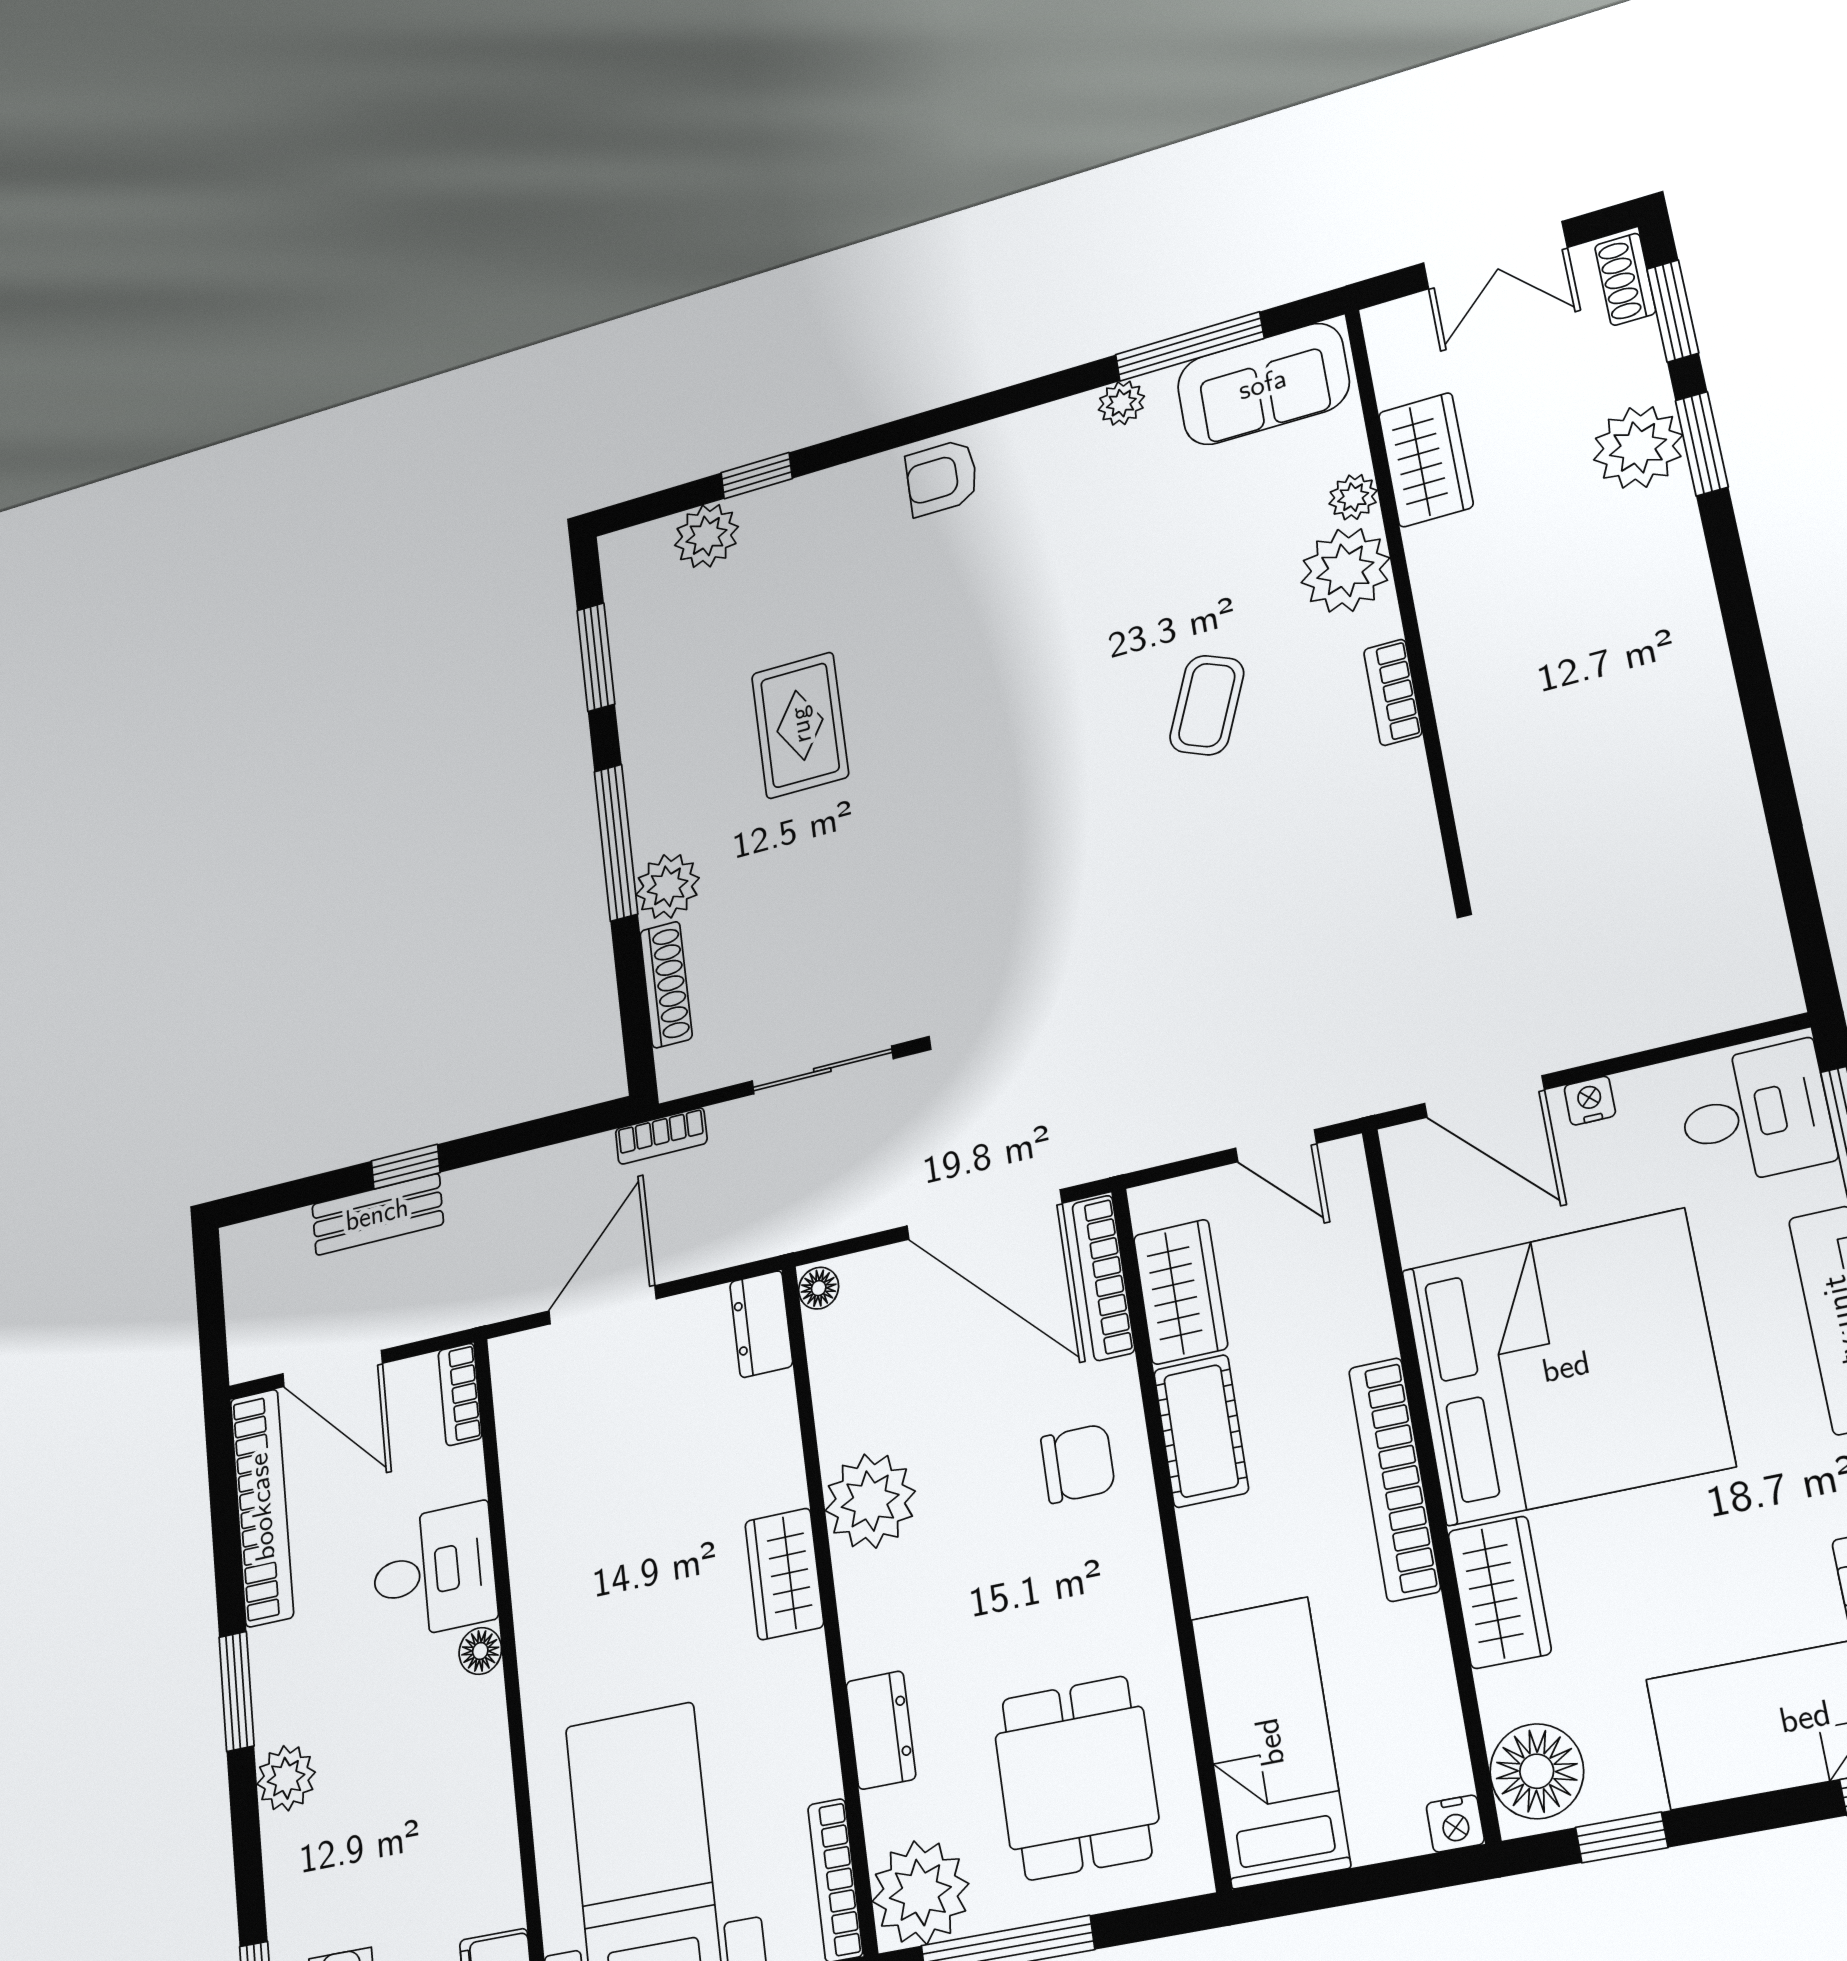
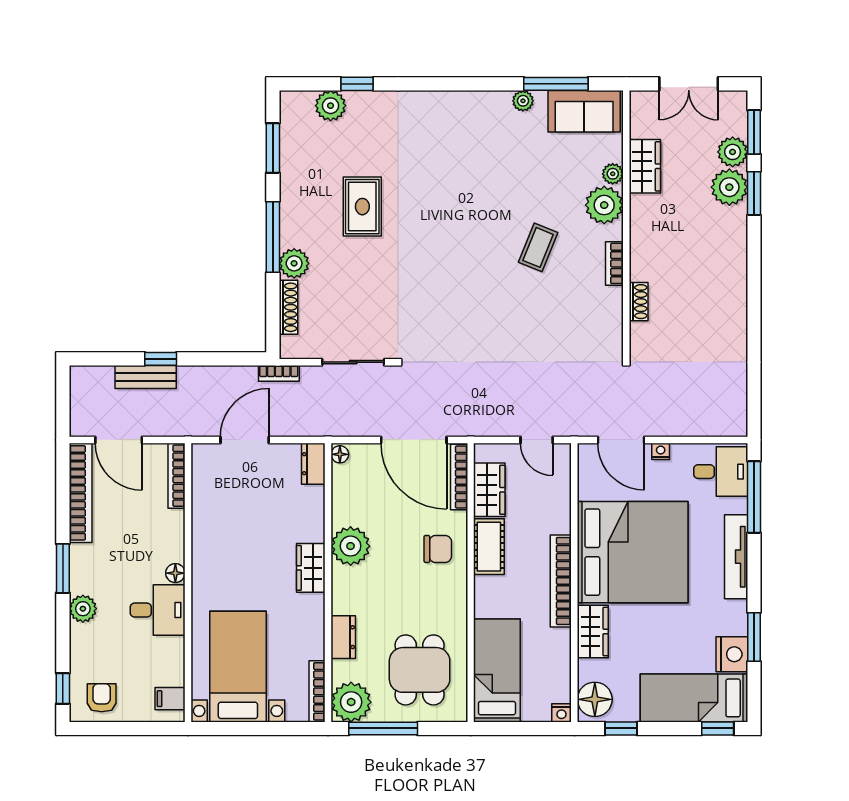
shoe rack: (1625, 279) -> (639, 302), moved, turned 180
plant: (1630, 369) -> (733, 152), added
armchair: (942, 478) -> (440, 111), removed
bookcase: (460, 1394) -> (177, 476), width x1.56
desk: (434, 1571) -> (158, 610), moved

